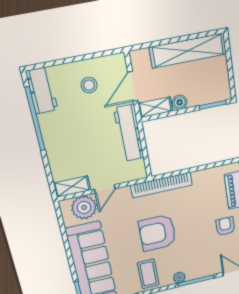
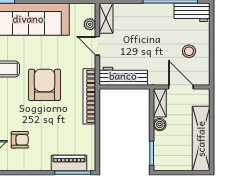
workbench: (129, 133) -> (123, 76), moved
plant: (84, 207) -> (90, 24), width x0.53, depth x0.53
armchair: (225, 226) -> (20, 140), moved

